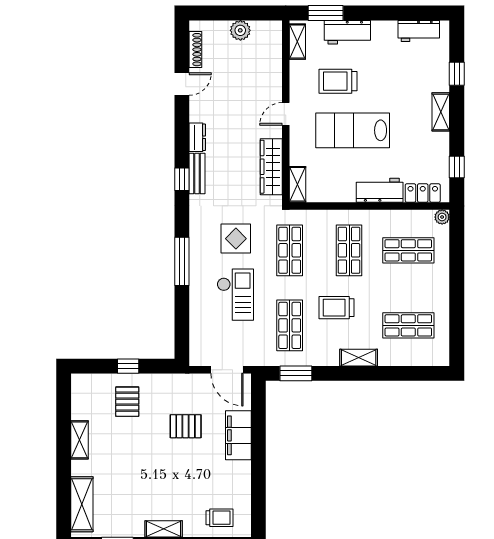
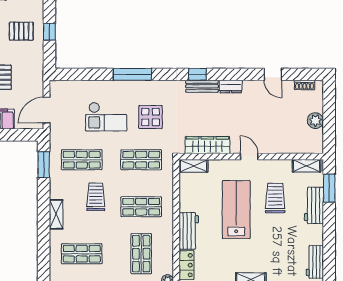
shoe rack: (195, 50) -> (305, 85), width x0.70
shop shelf: (408, 325) -> (82, 254), turned 90

